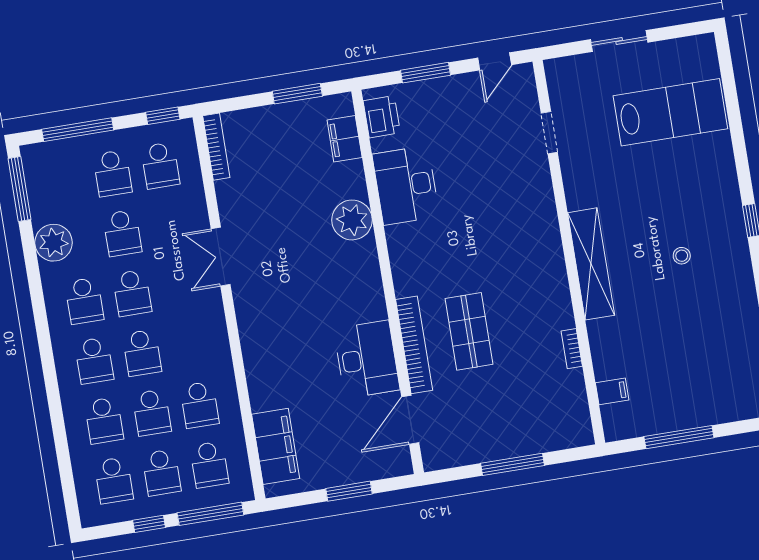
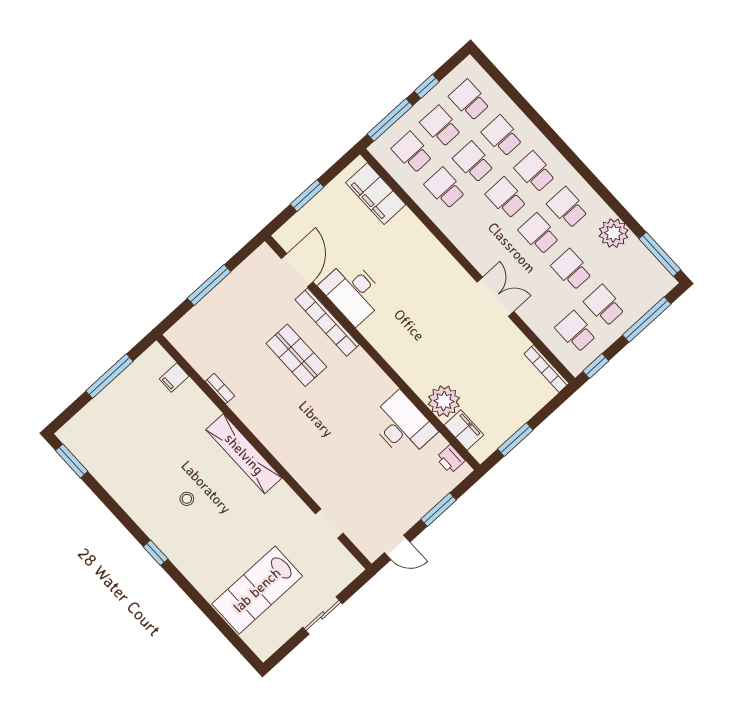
door: (495, 61) -> (397, 547), swing flipped
printer: (382, 117) -> (450, 459), width x0.73, depth x0.81
plant: (352, 220) -> (444, 401), moved

